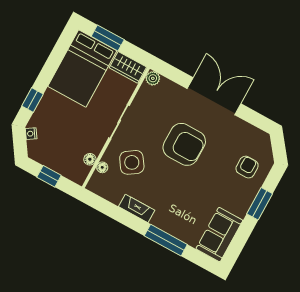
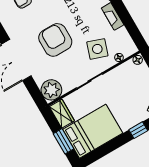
plant: (153, 78) -> (51, 90), width x1.87, depth x1.87
floor lamp: (90, 159) -> (138, 60), moved
side table: (132, 162) -> (97, 49), turned -37

